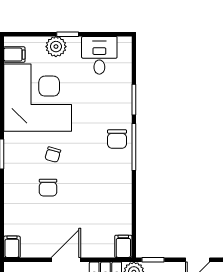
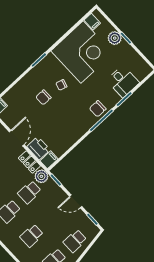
desk: (99, 55) -> (123, 81), moved, turned 90
printer: (99, 246) -> (38, 148), added
door: (66, 260) -> (17, 138), hinge flipped

